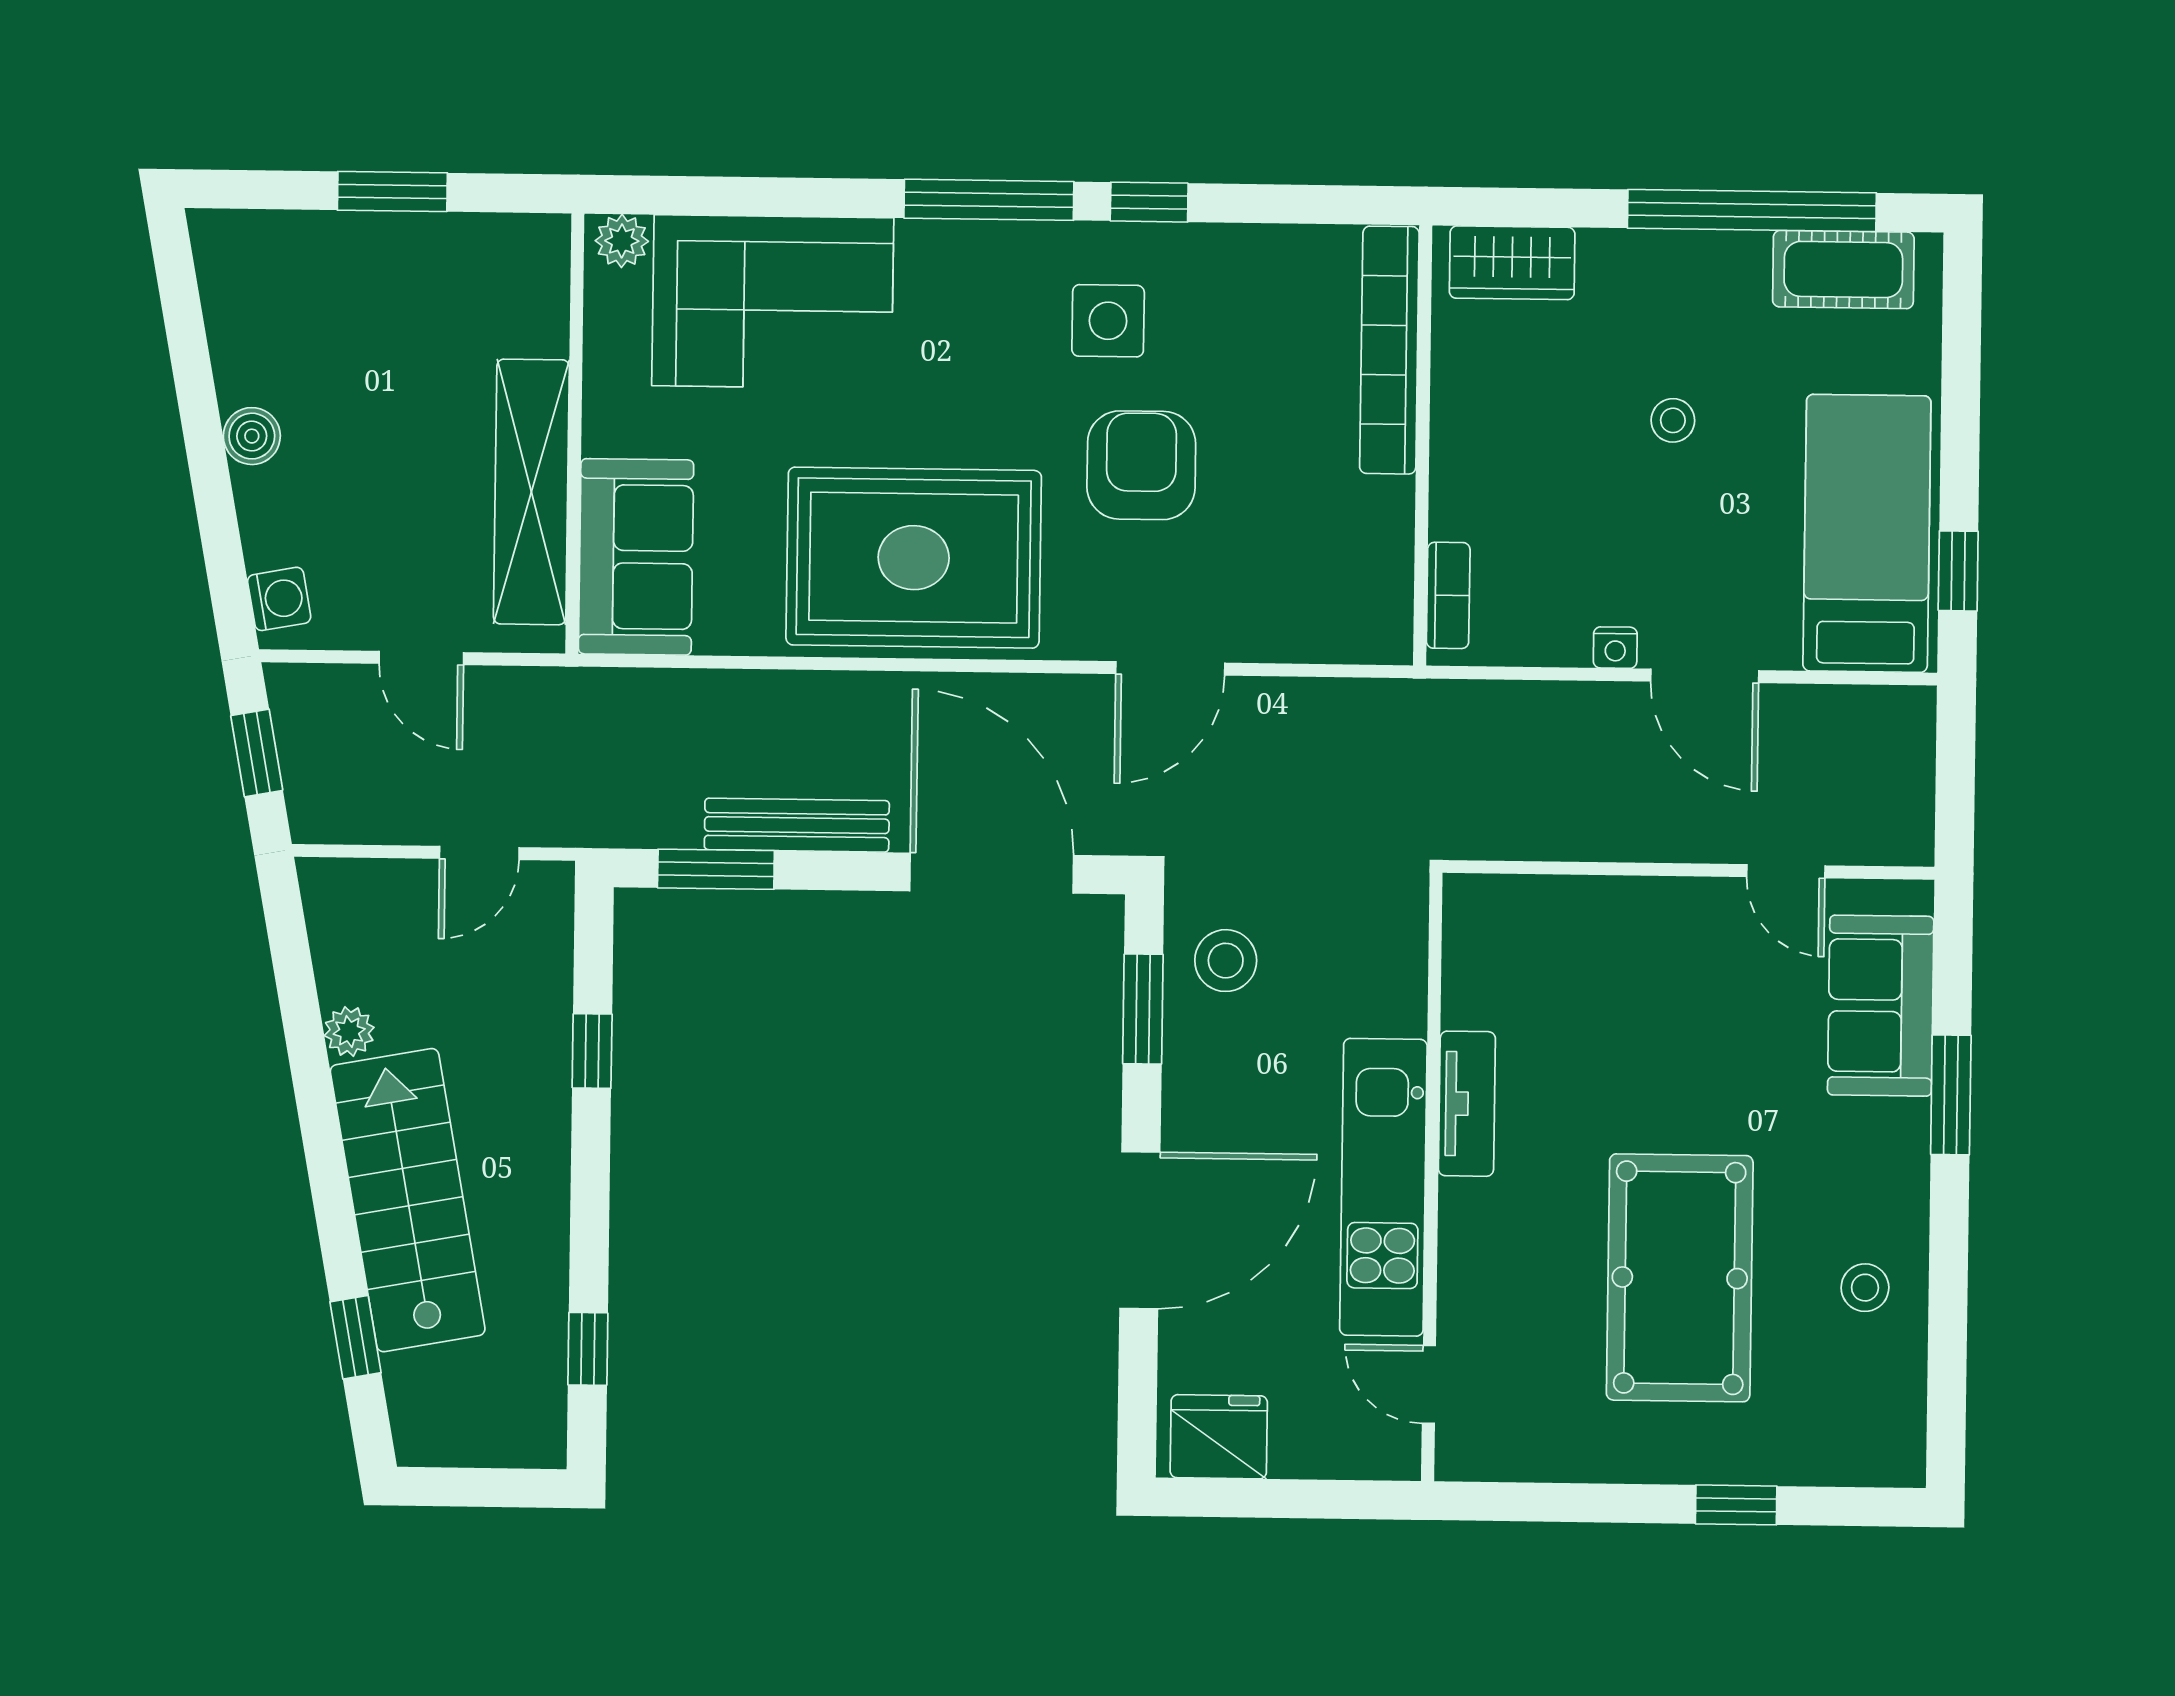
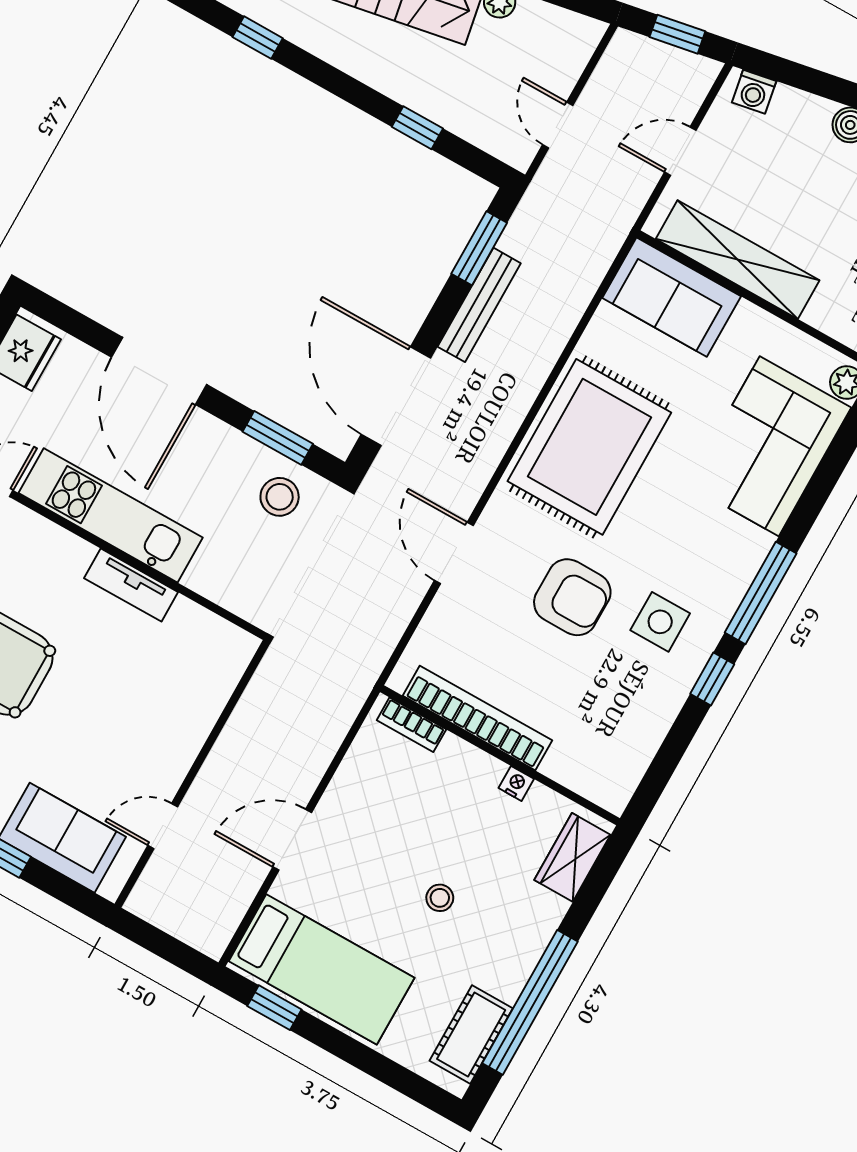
bookcase: (1389, 350) -> (477, 718), moved
nightstand: (1615, 648) -> (516, 783), moved, turned 90
door: (992, 873) -> (396, 396), swing flipped

